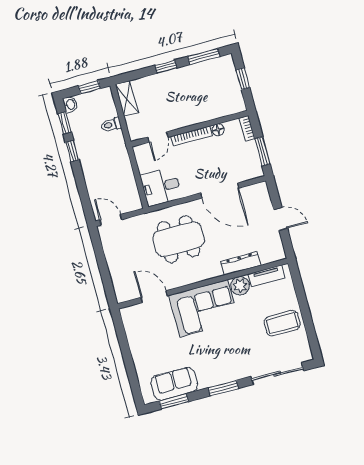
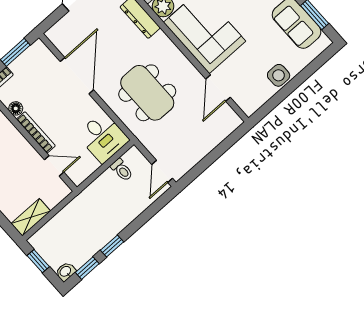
toilet: (111, 125) -> (122, 170), moved
side table: (140, 349) -> (279, 75), added

